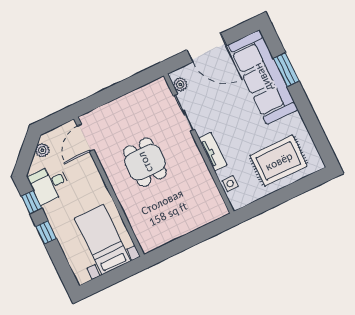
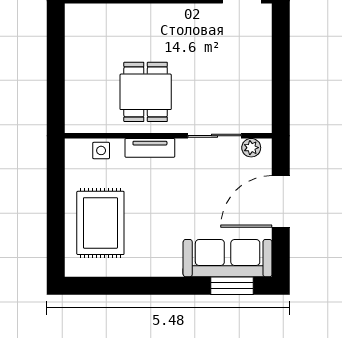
window: (286, 70) -> (232, 286), moved
sofa: (263, 77) -> (228, 258), width x0.74, depth x0.79
dining table: (145, 162) -> (146, 92), moved, turned 90

